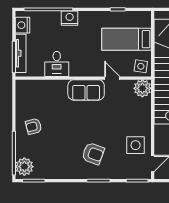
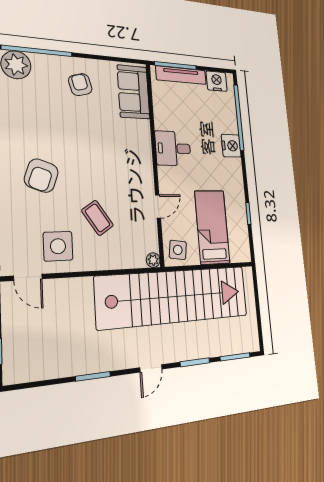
desk: (57, 64) -> (173, 148), moved
plant: (142, 88) -> (153, 260), width x0.53, depth x0.53
sofa: (86, 90) -> (133, 92), moved
coffee table: (119, 120) -> (97, 218), added

